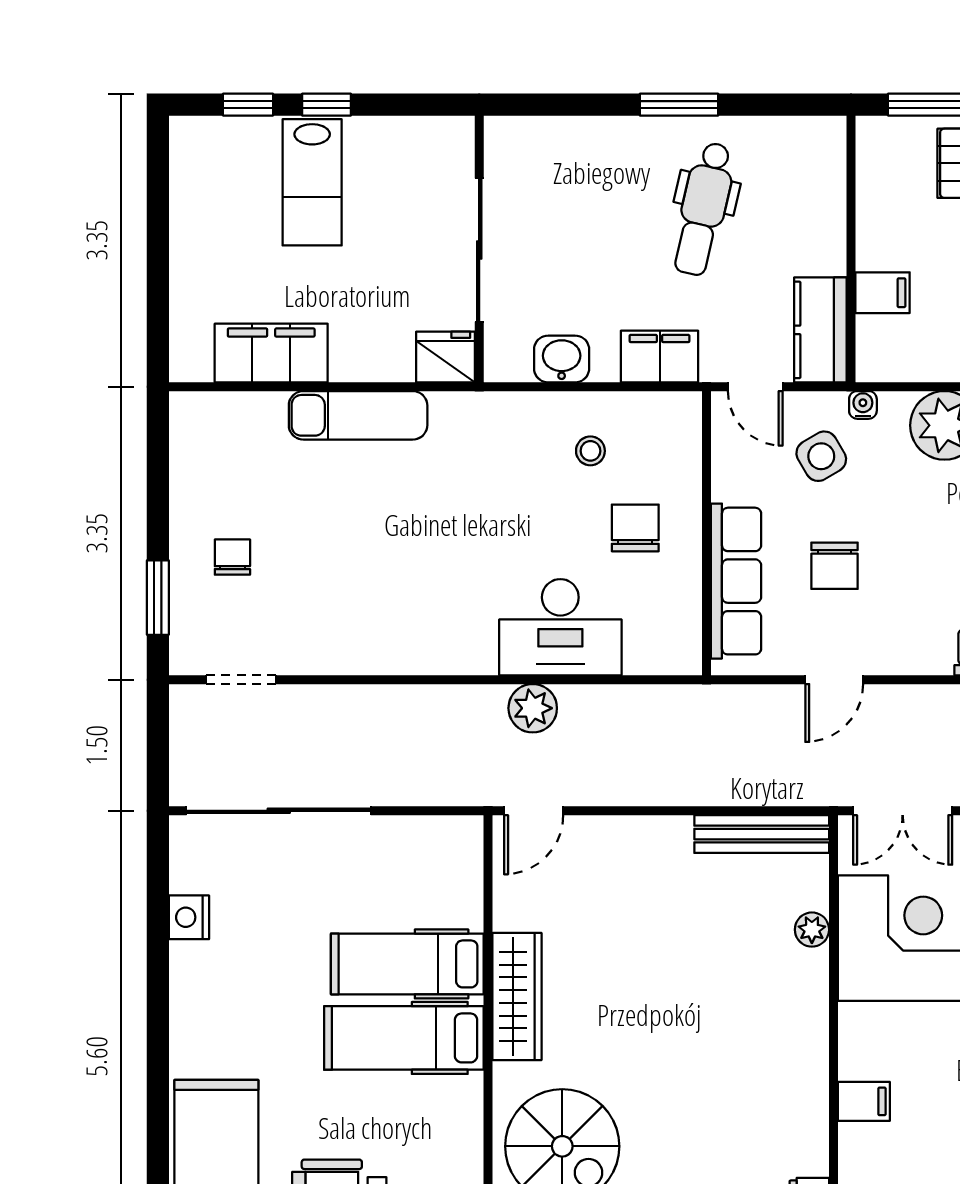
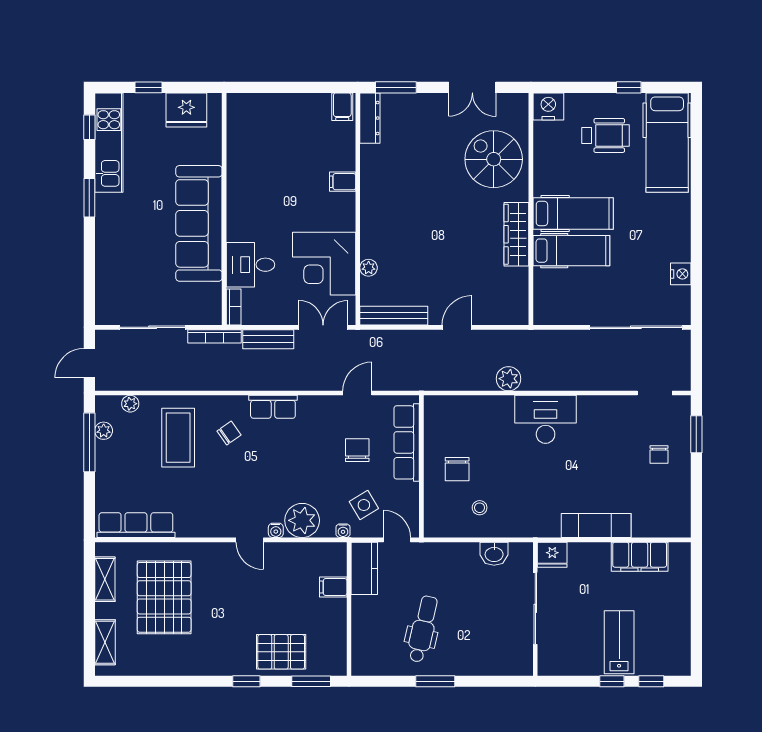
filing cabinet: (660, 357) -> (445, 555), removed
desk: (560, 627) -> (546, 419), moved
door: (534, 811) -> (457, 327), moved

